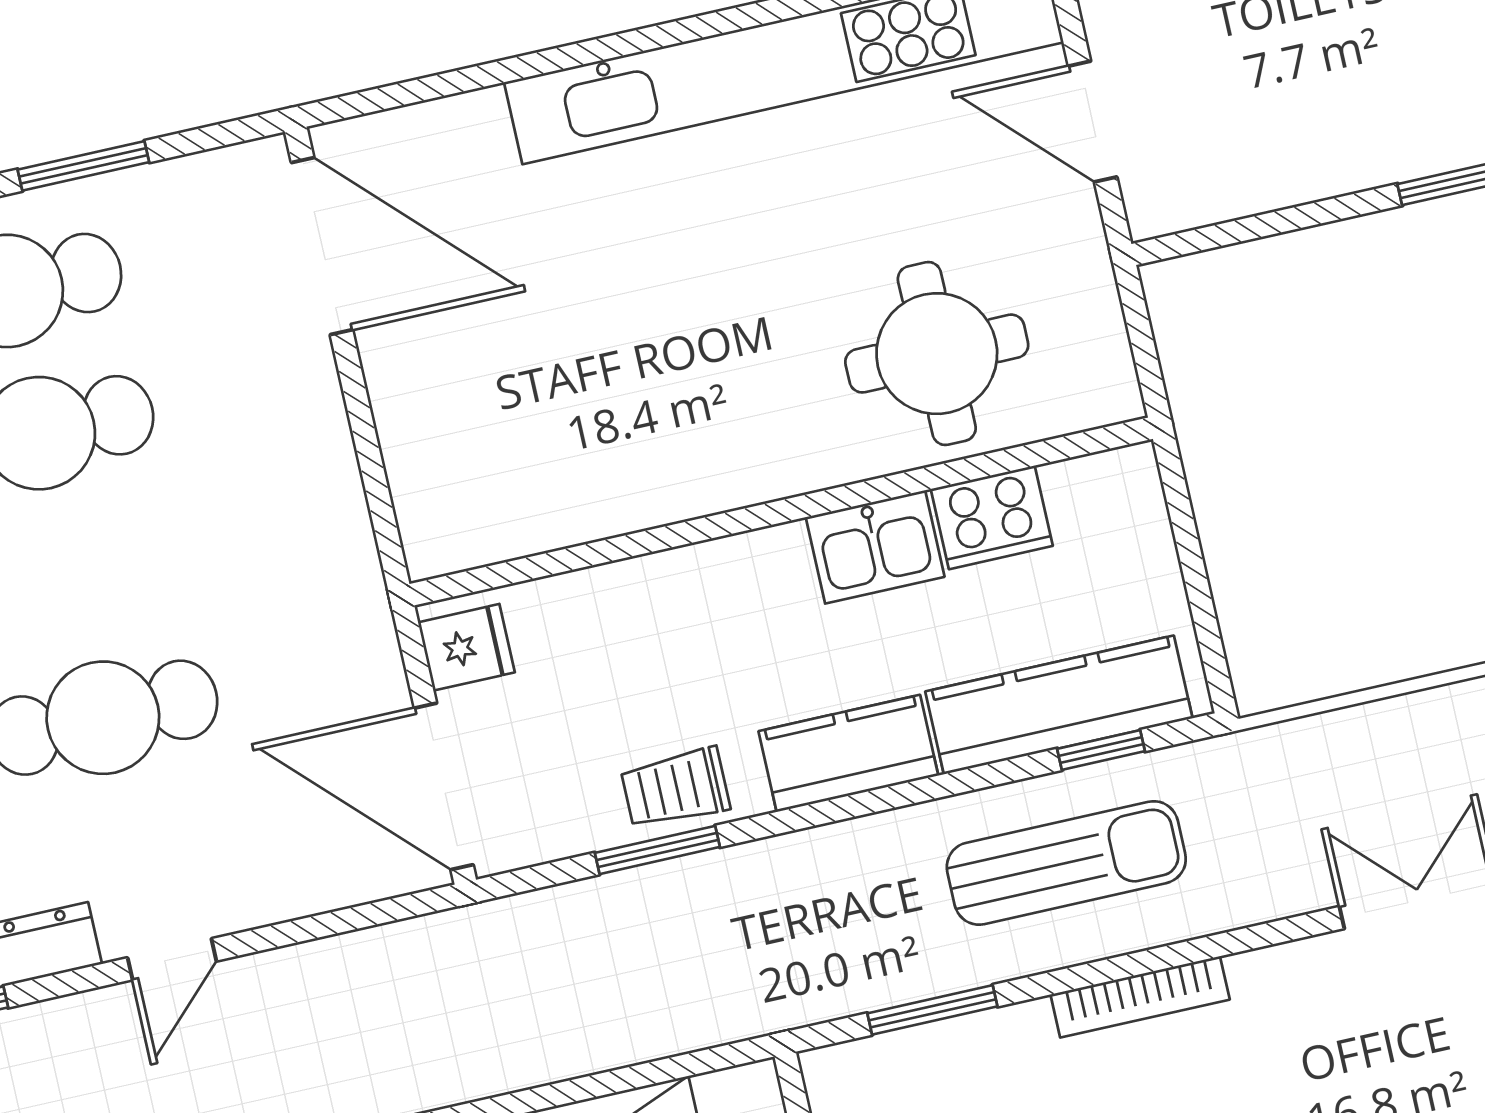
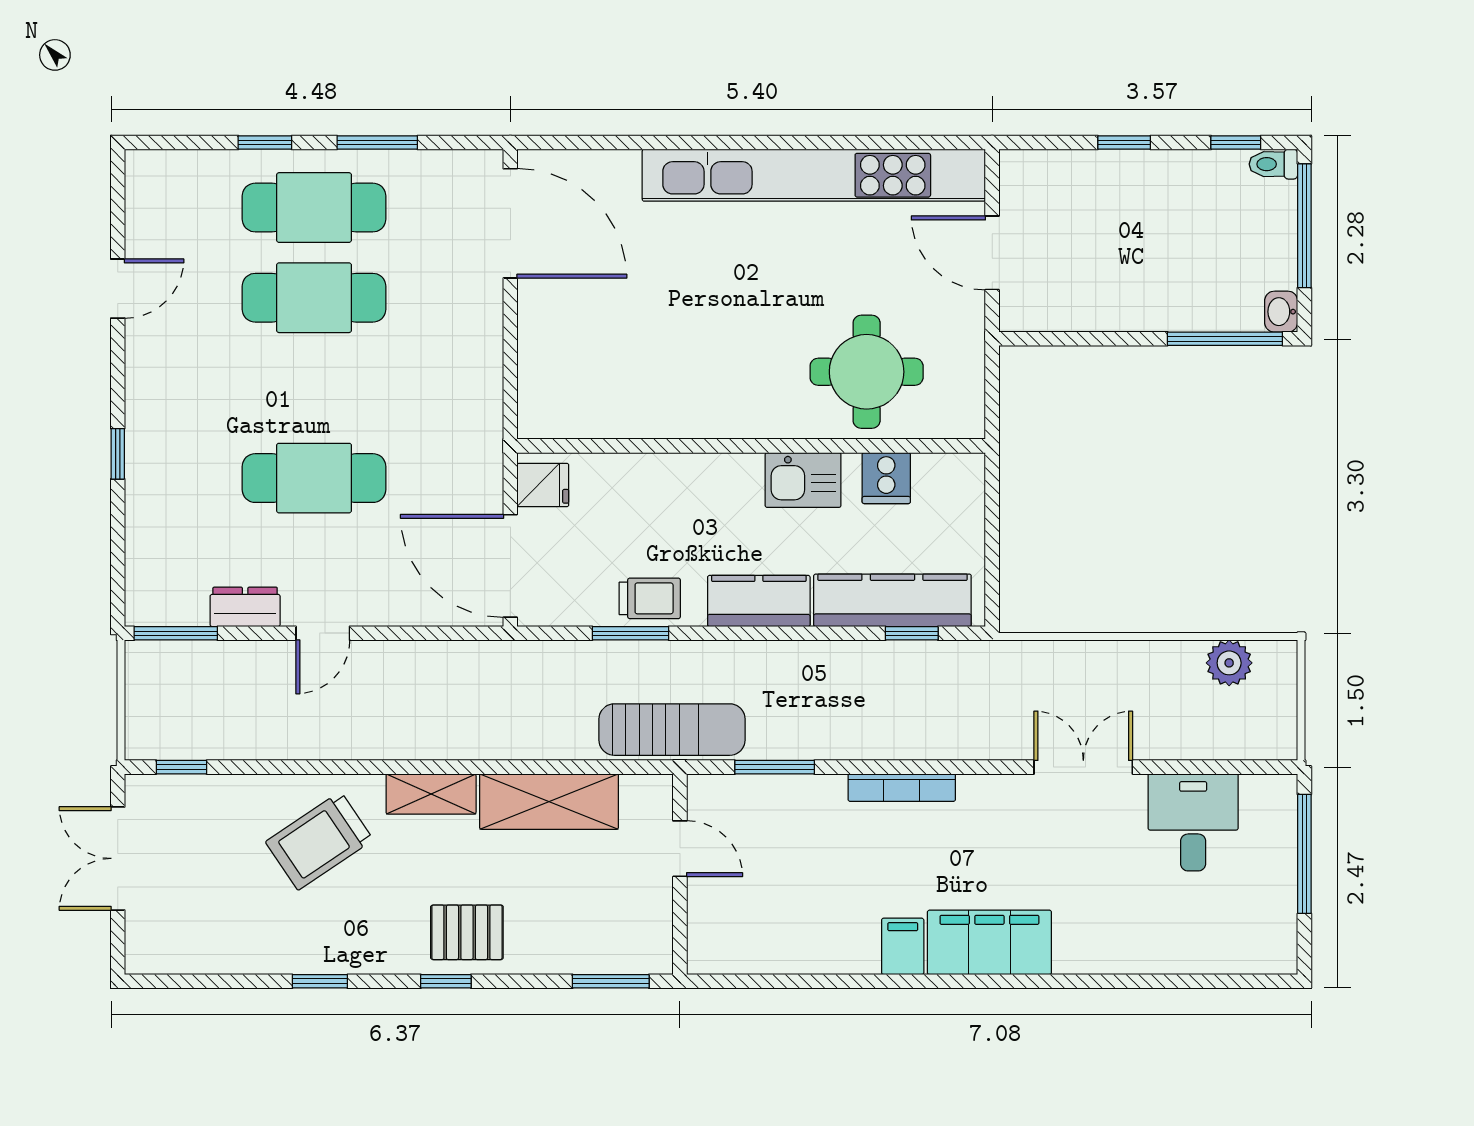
cooker: (992, 517) -> (886, 478), width x0.73
trolley: (675, 788) -> (650, 598), turned 180
sun lounger: (1066, 863) -> (672, 730), moved

